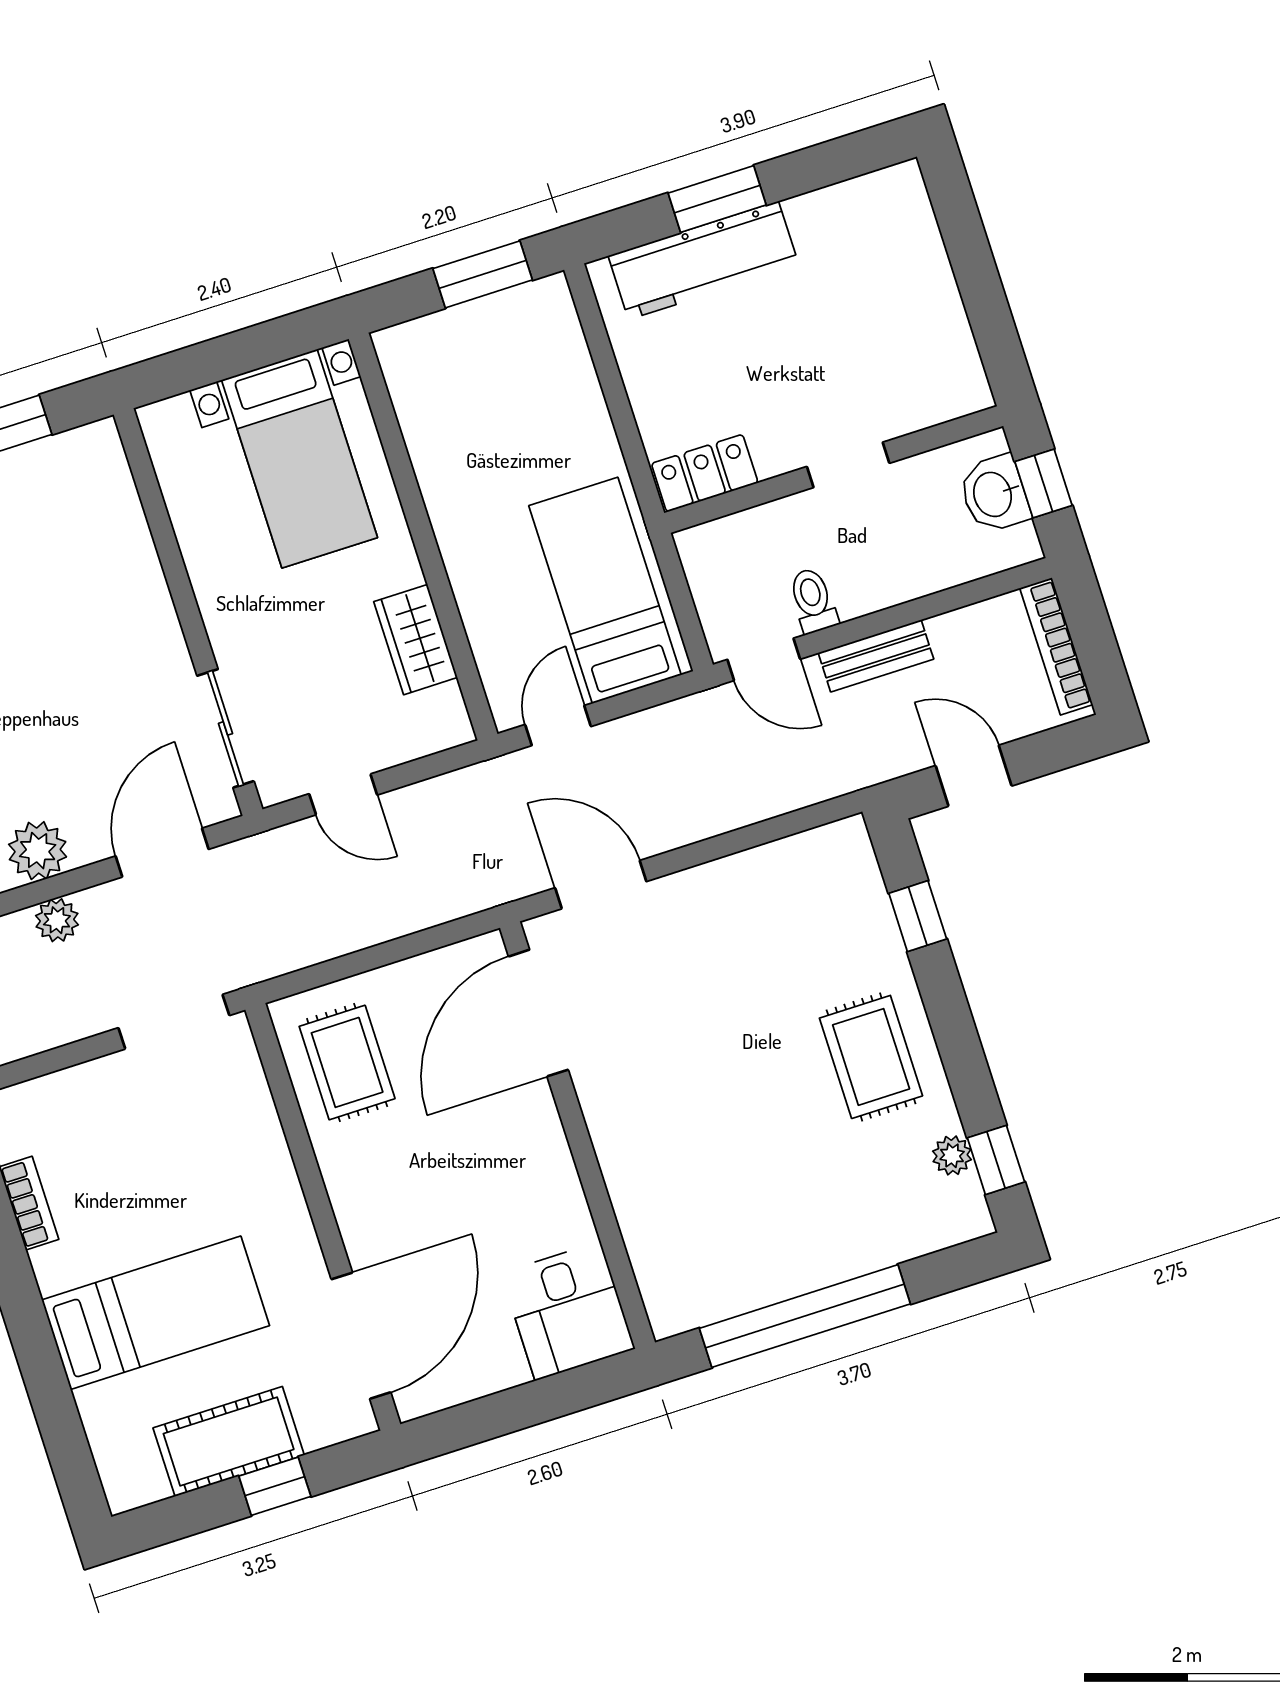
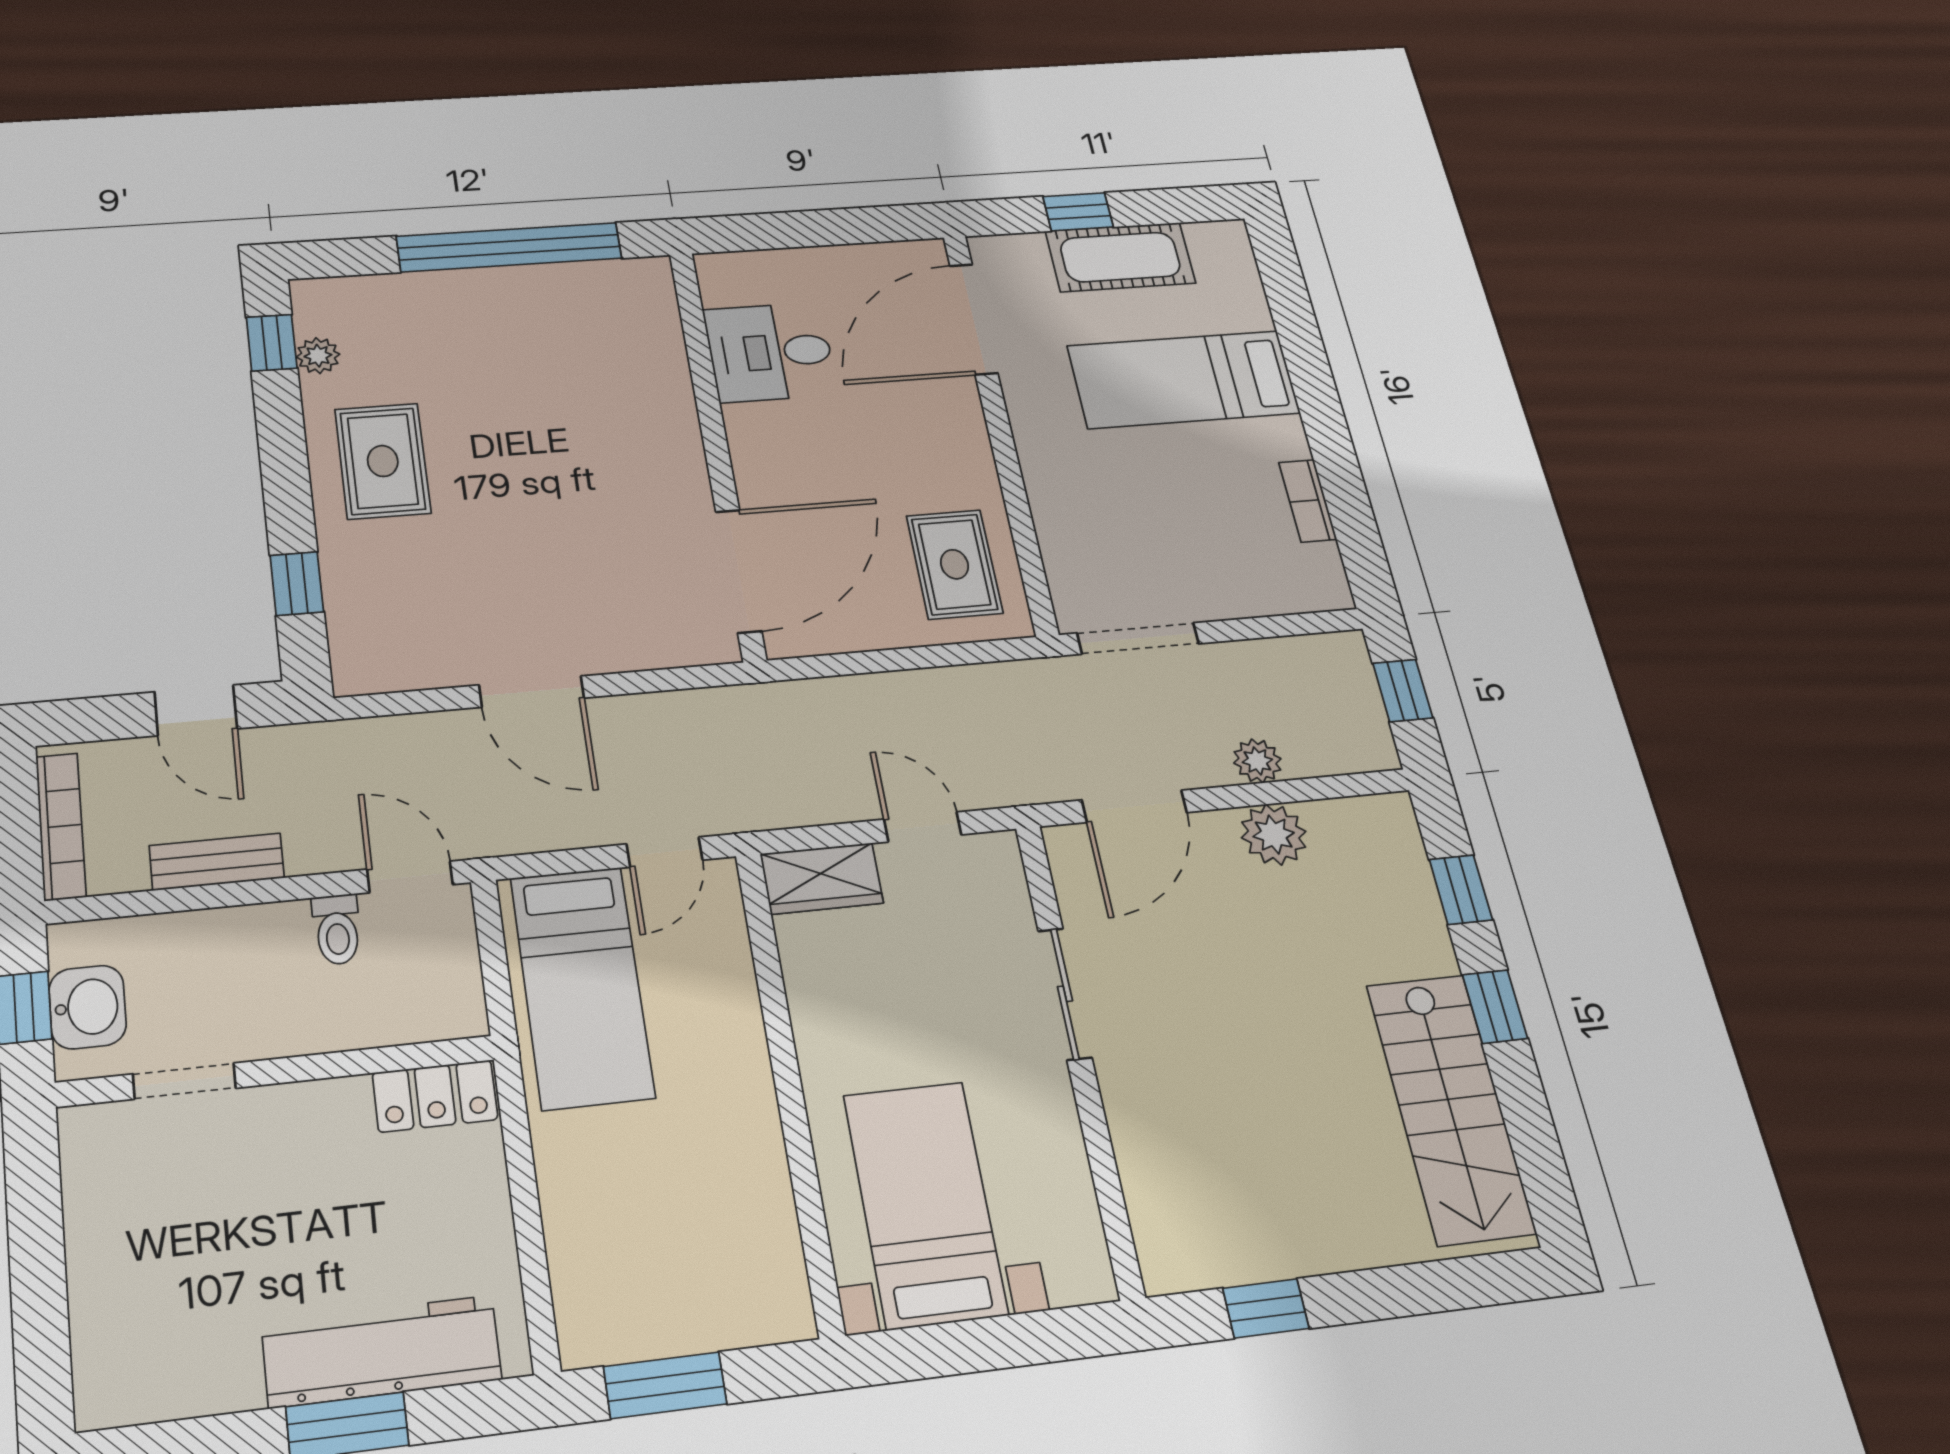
doorway: (848, 465) -> (184, 1081), moved
wardrobe: (416, 640) -> (822, 878), moved, turned 90
bench: (876, 656) -> (217, 862), moved
sliding door: (225, 728) -> (1065, 994), moved
door: (601, 885) -> (532, 692), moved
desk: (568, 1311) -> (770, 352), moved, turned -90

